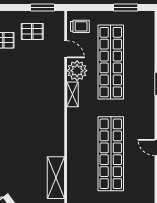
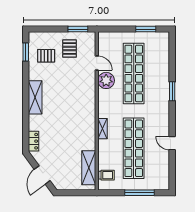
trolley: (80, 26) -> (107, 175), moved
pallet: (32, 31) -> (70, 48), turned 90
shelving: (73, 94) -> (102, 129), moved

